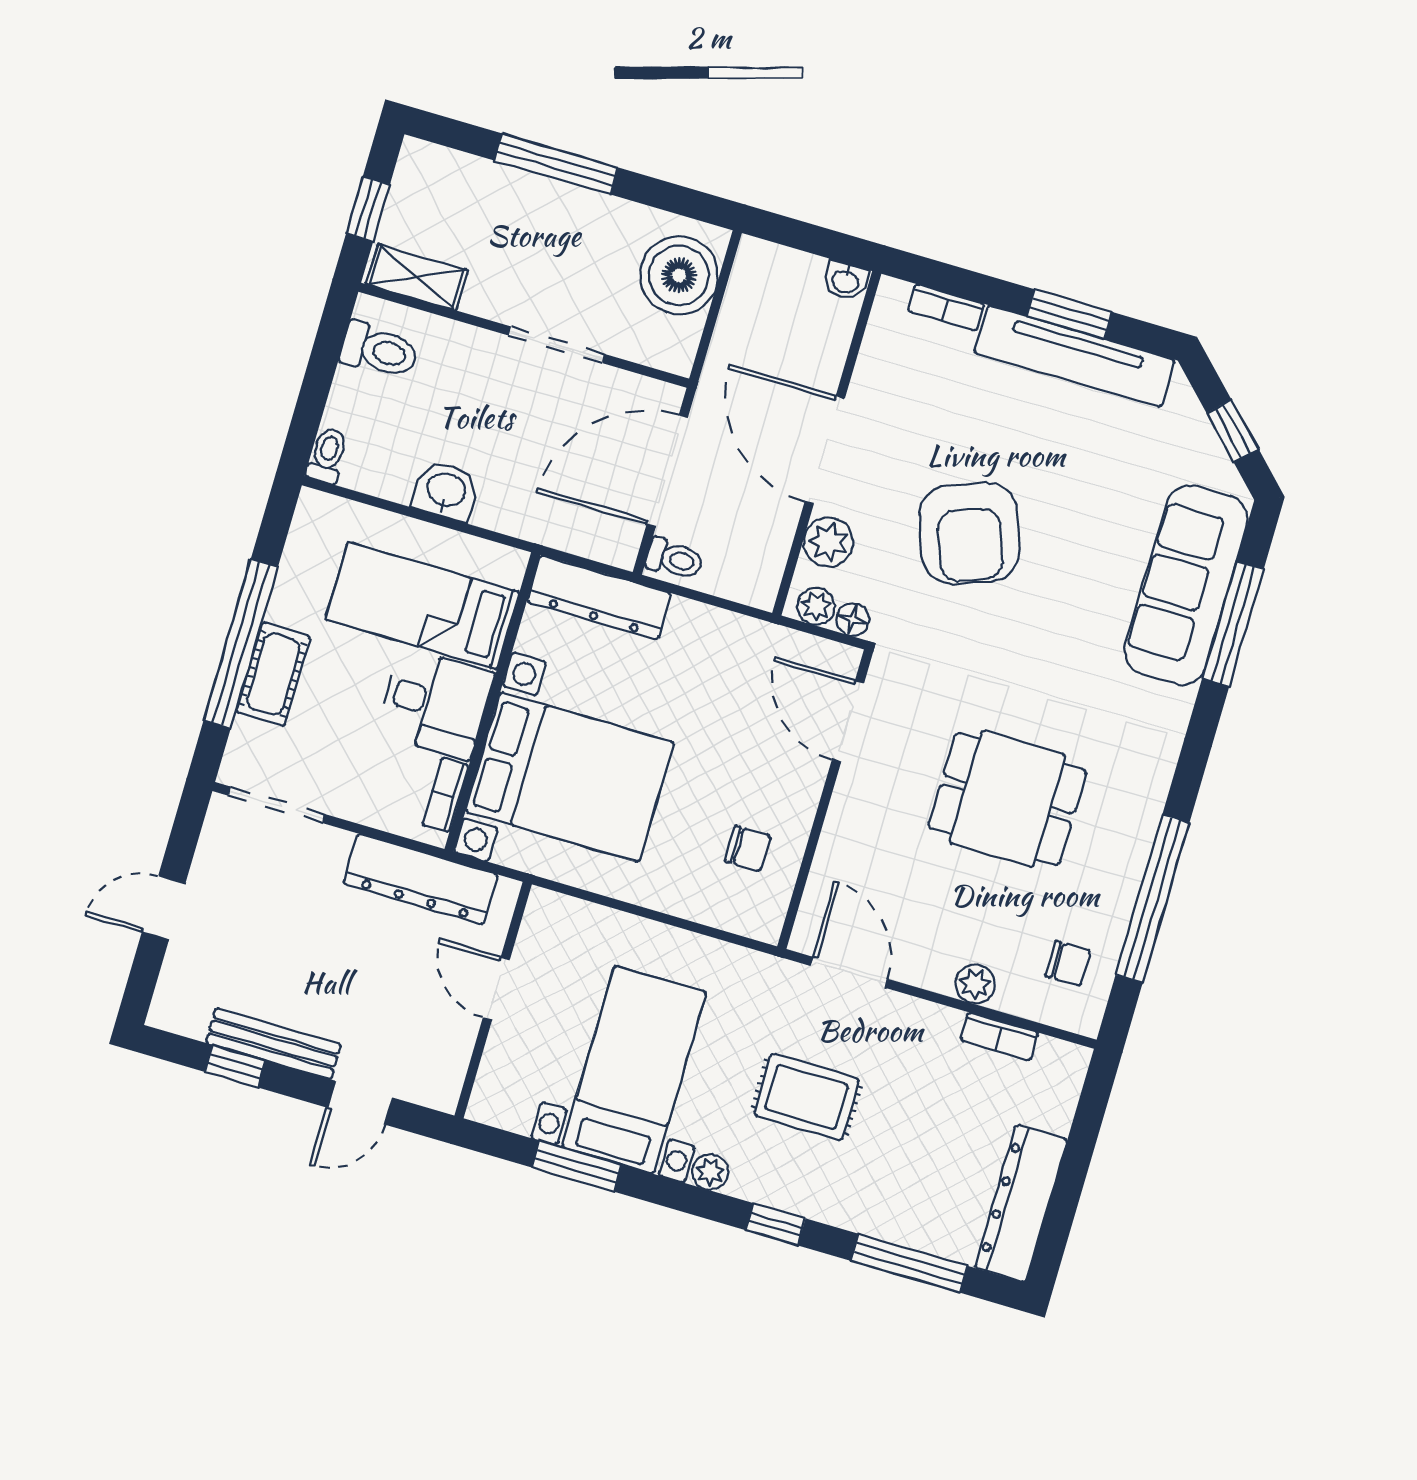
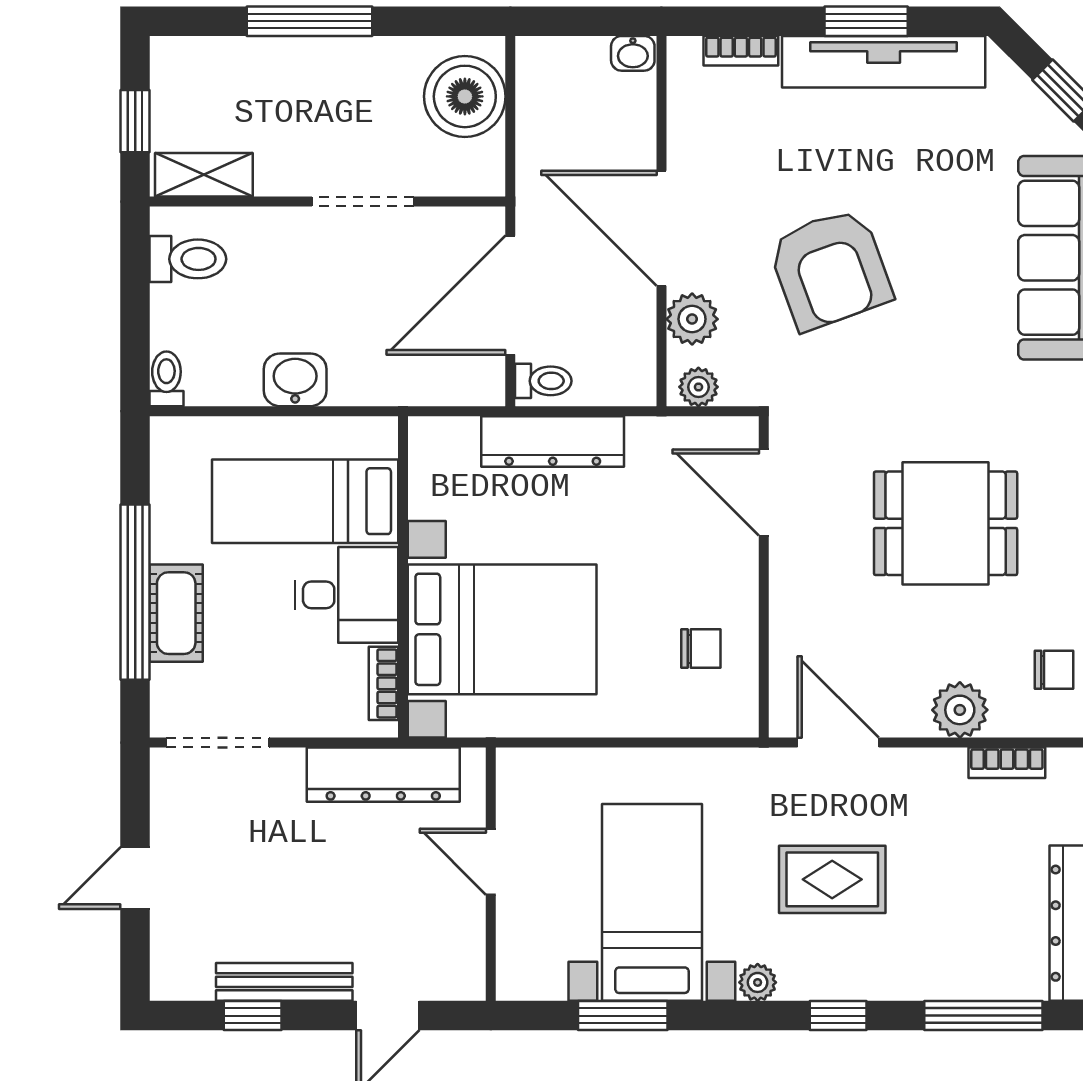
dresser: (599, 598) -> (553, 441), moved
floor lamp: (853, 619) -> (739, 389), removed
plant: (975, 984) -> (960, 710), width x1.38, depth x1.38

